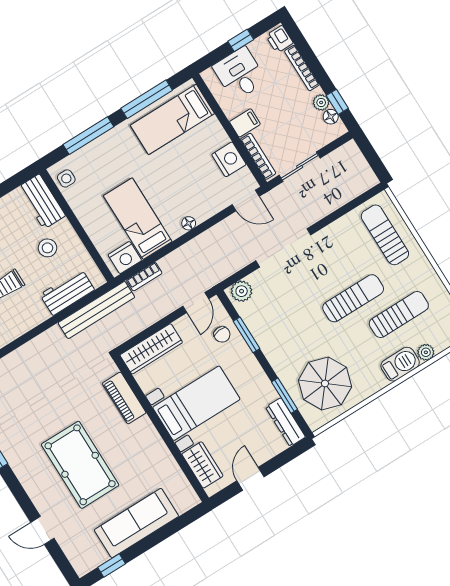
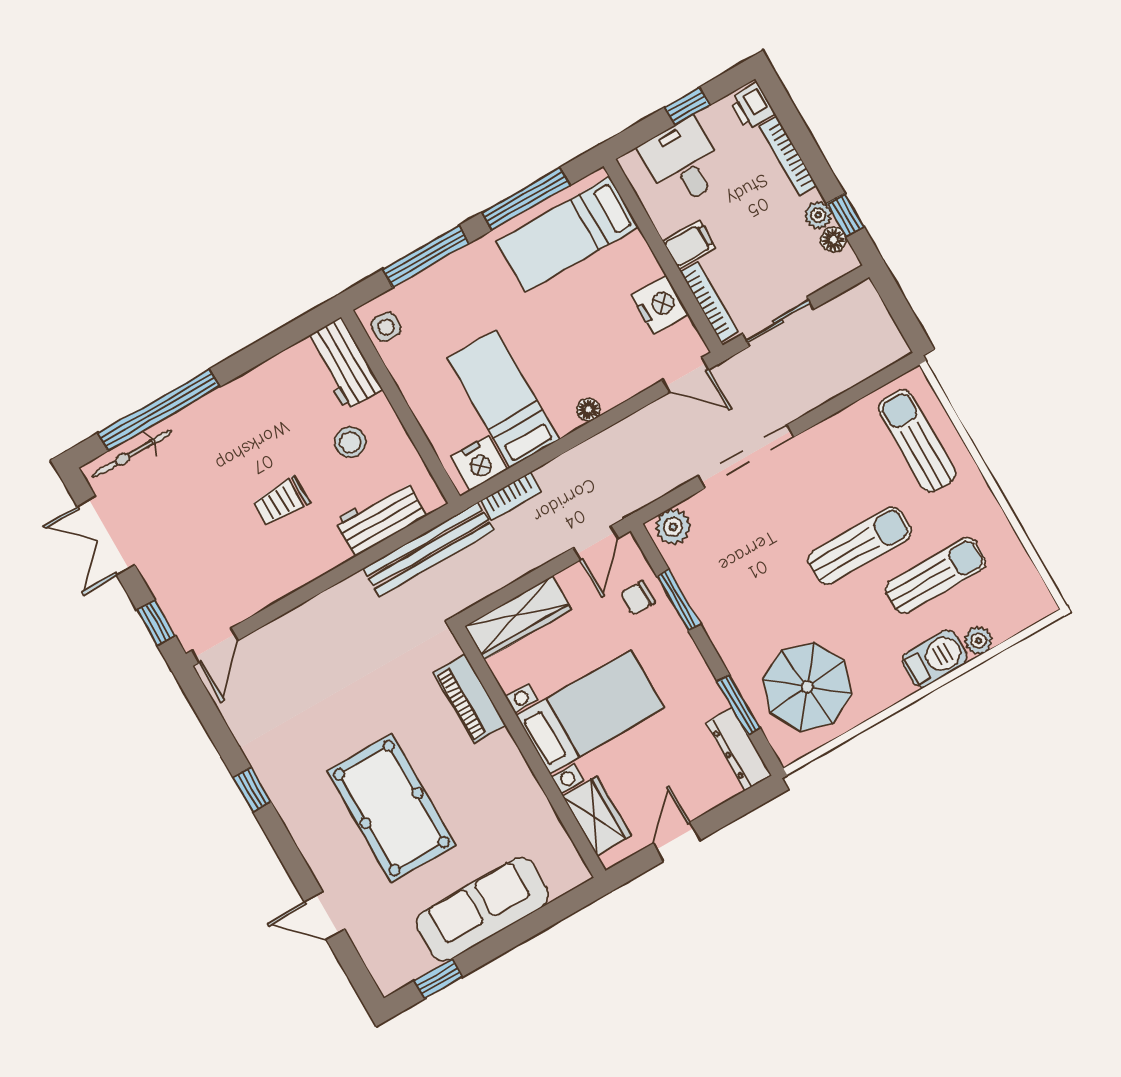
chair: (222, 334) -> (638, 598), turned 96

